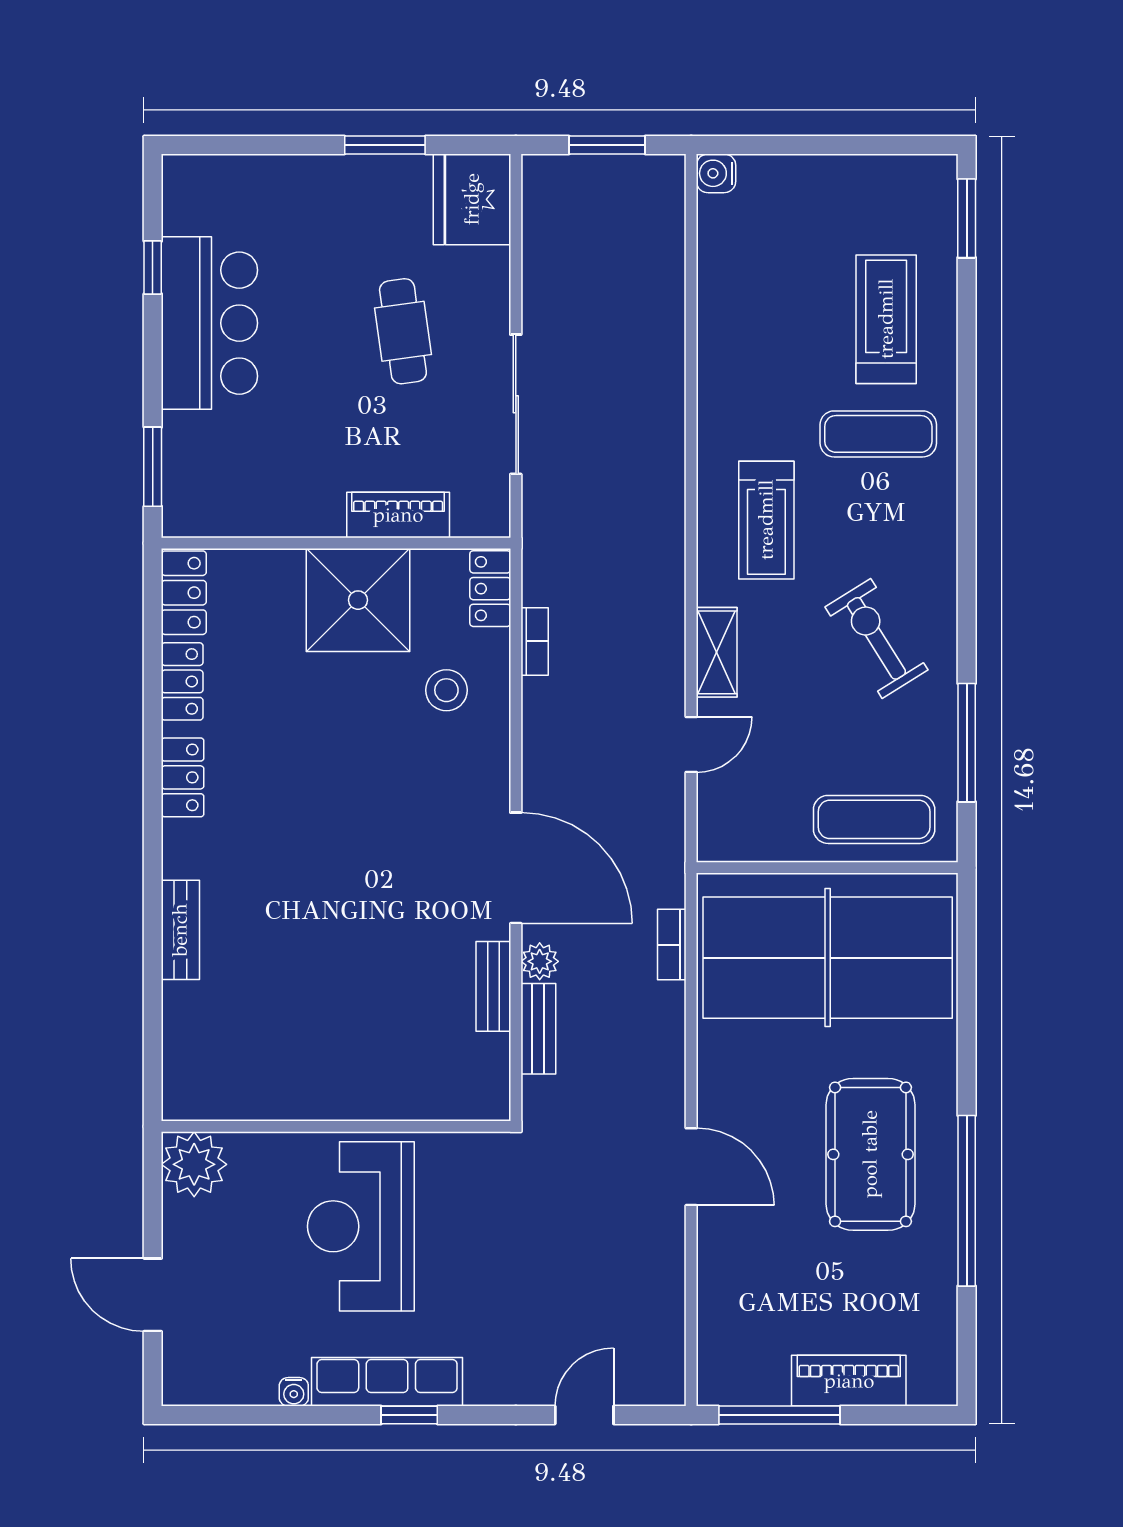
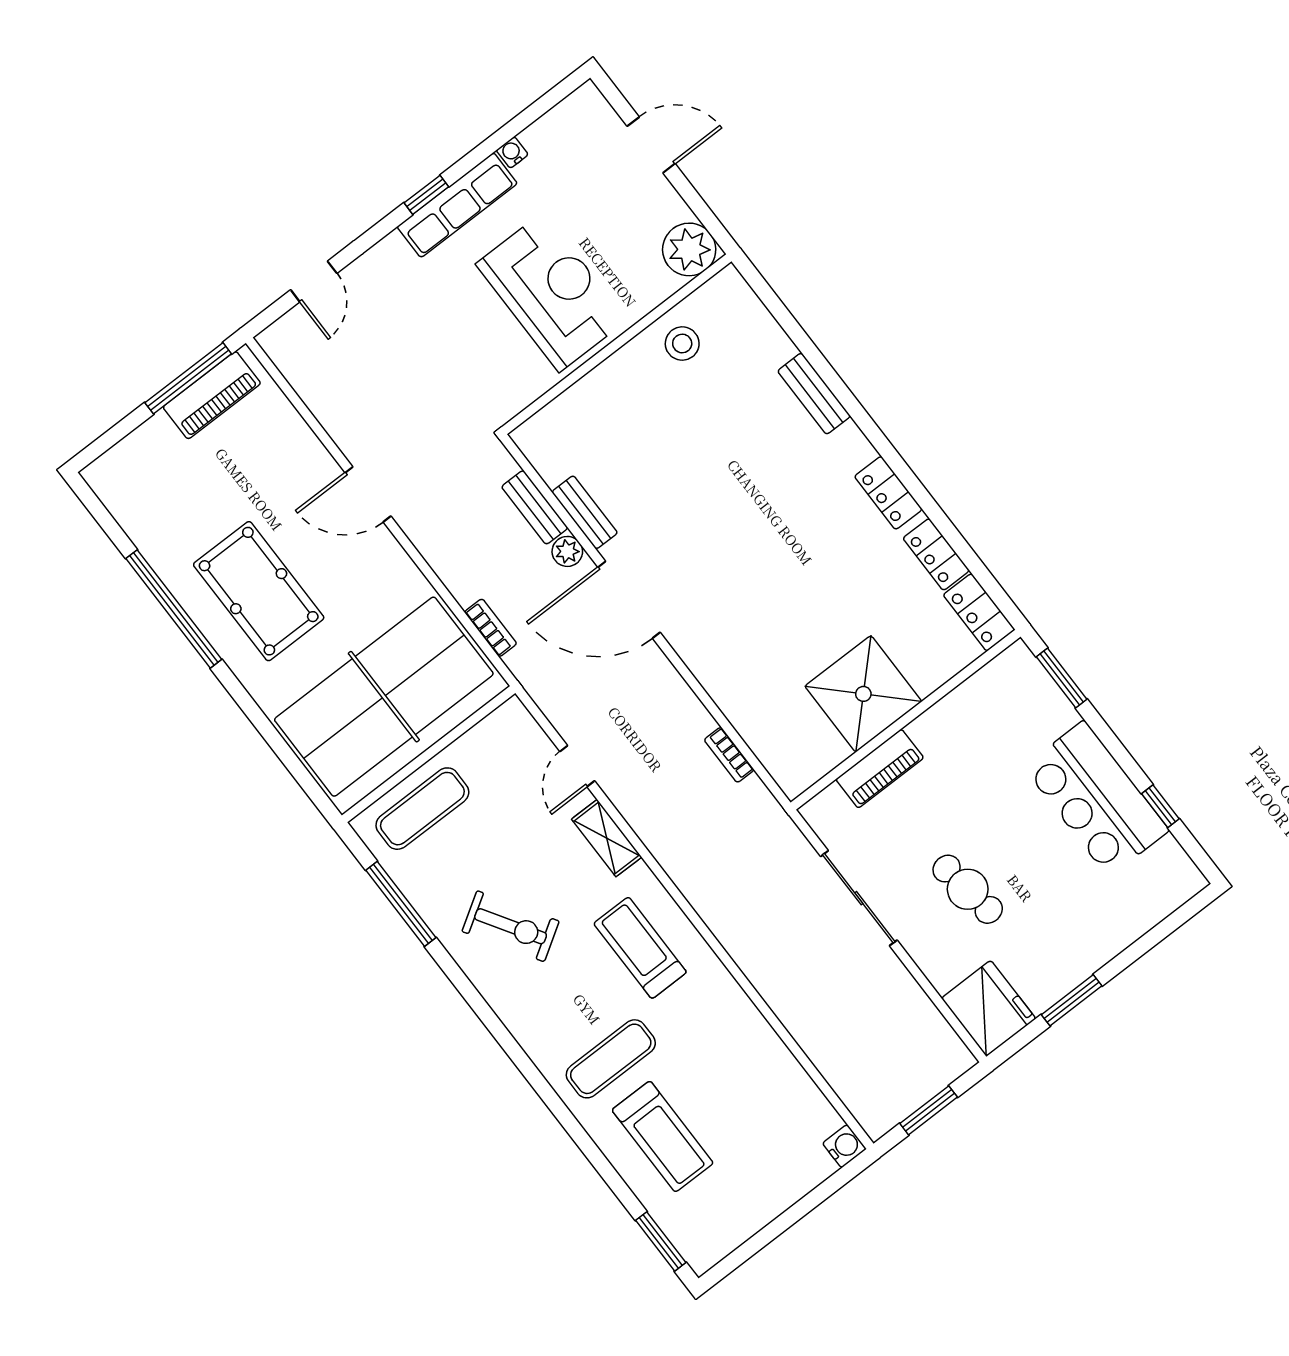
locker: (490, 589) -> (784, 767), removed
stool: (446, 690) -> (682, 343), moved
piano: (849, 1381) -> (212, 395), moved

